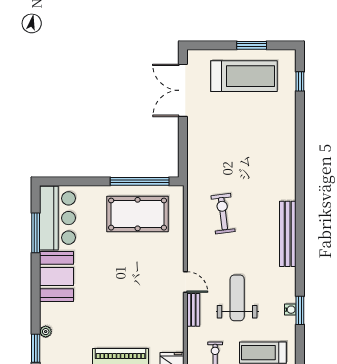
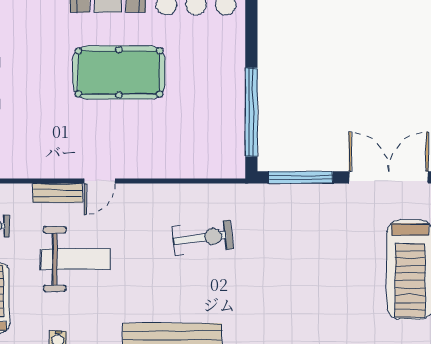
window: (183, 148) -> (301, 177), added
pool table: (138, 214) -> (119, 72), moved, turned 90

